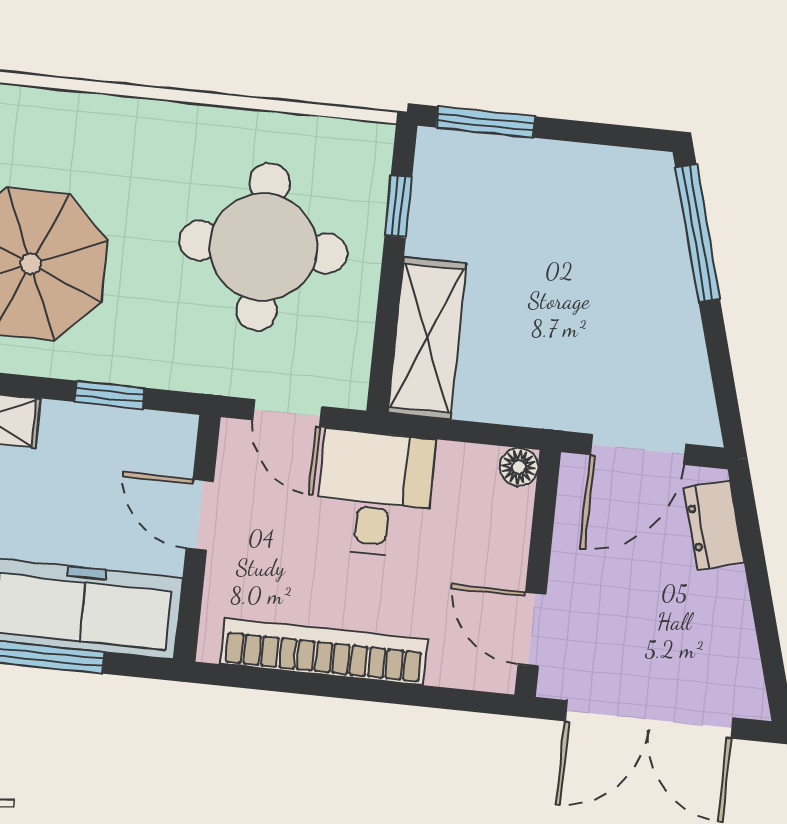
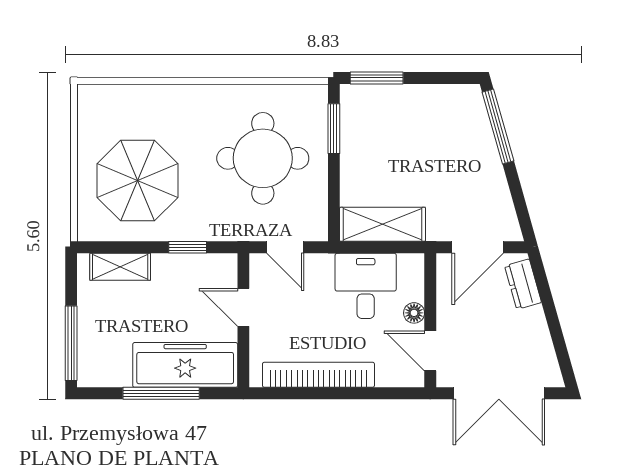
window: (398, 206) -> (334, 129), width x1.50
shelving: (427, 338) -> (383, 224), moved, turned 90
floor lamp: (519, 467) -> (414, 313), moved
desk: (375, 493) -> (366, 286), moved

